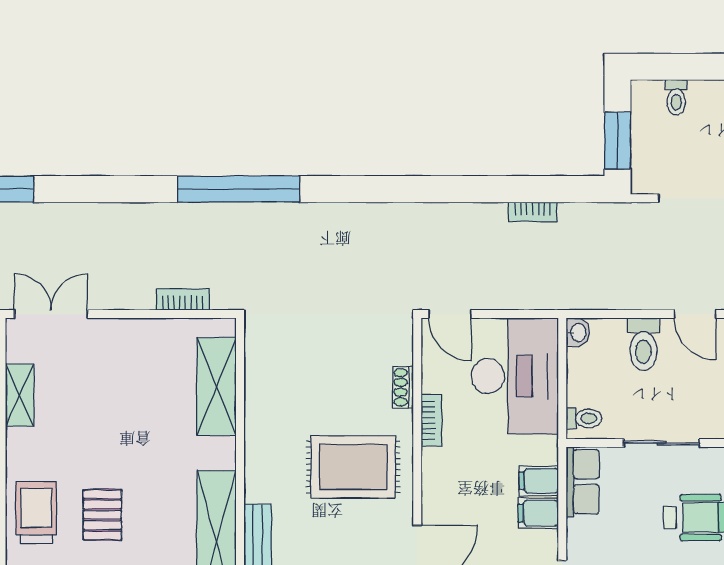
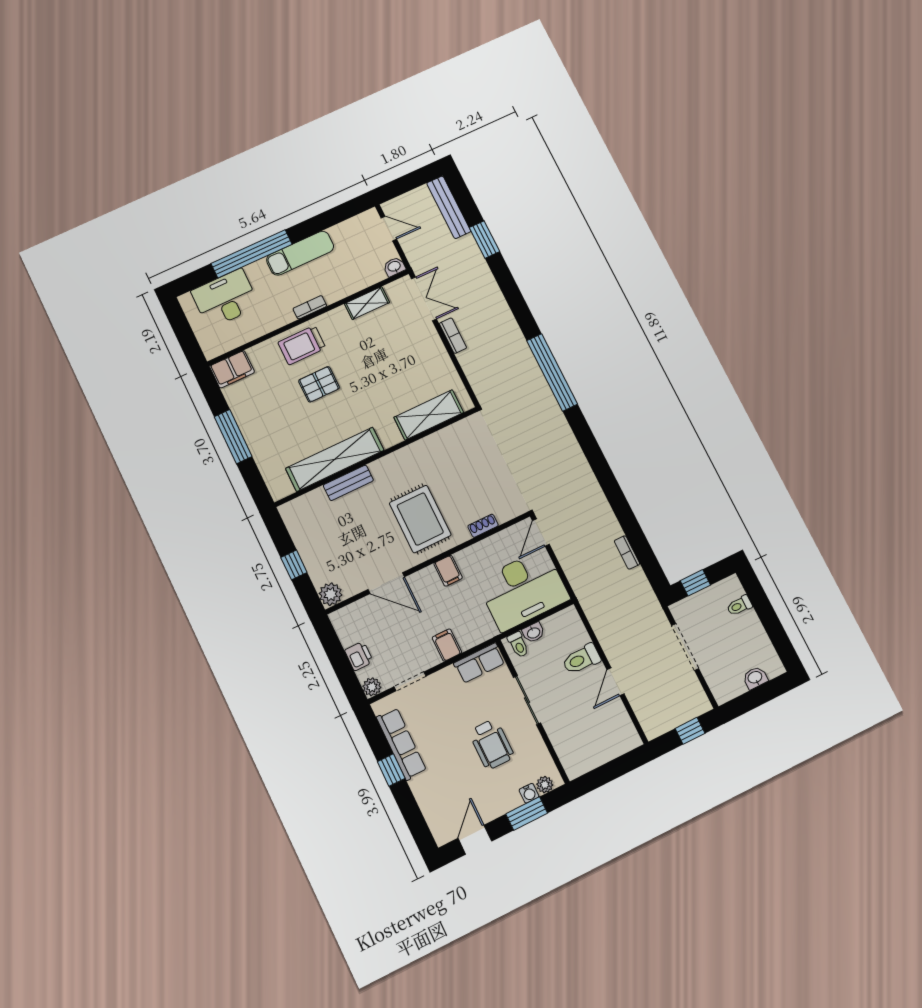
window: (618, 141) -> (695, 583), width x0.67
bookcase: (183, 300) -> (453, 336), moved
washbasin: (578, 332) -> (533, 633), moved
bookcase: (431, 420) -> (471, 552), removed
filing cabinet: (539, 481) -> (448, 571), moved, turned 180
trolley: (36, 512) -> (302, 345), turned 180

